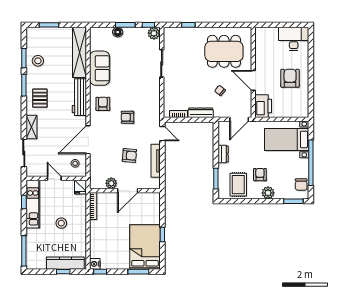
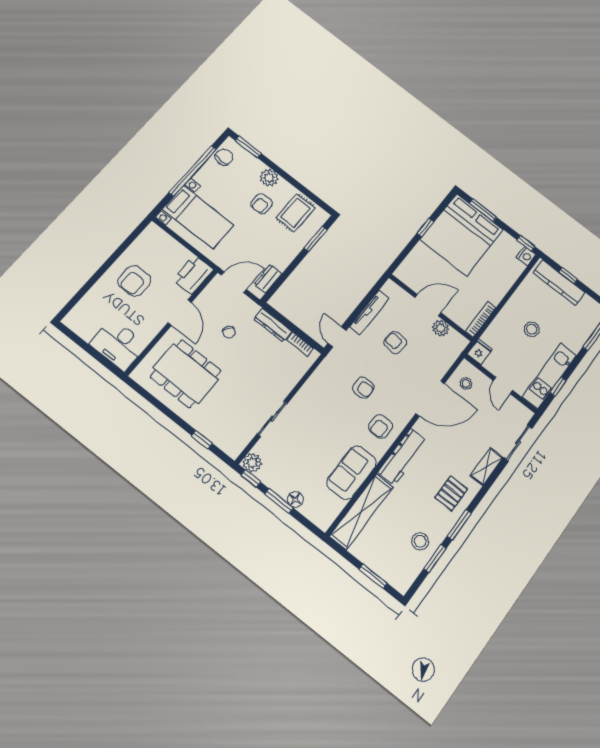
desk: (294, 39) -> (118, 345), moved
dresser: (223, 154) -> (268, 279), moved
bed: (145, 247) -> (462, 235), width x1.36

